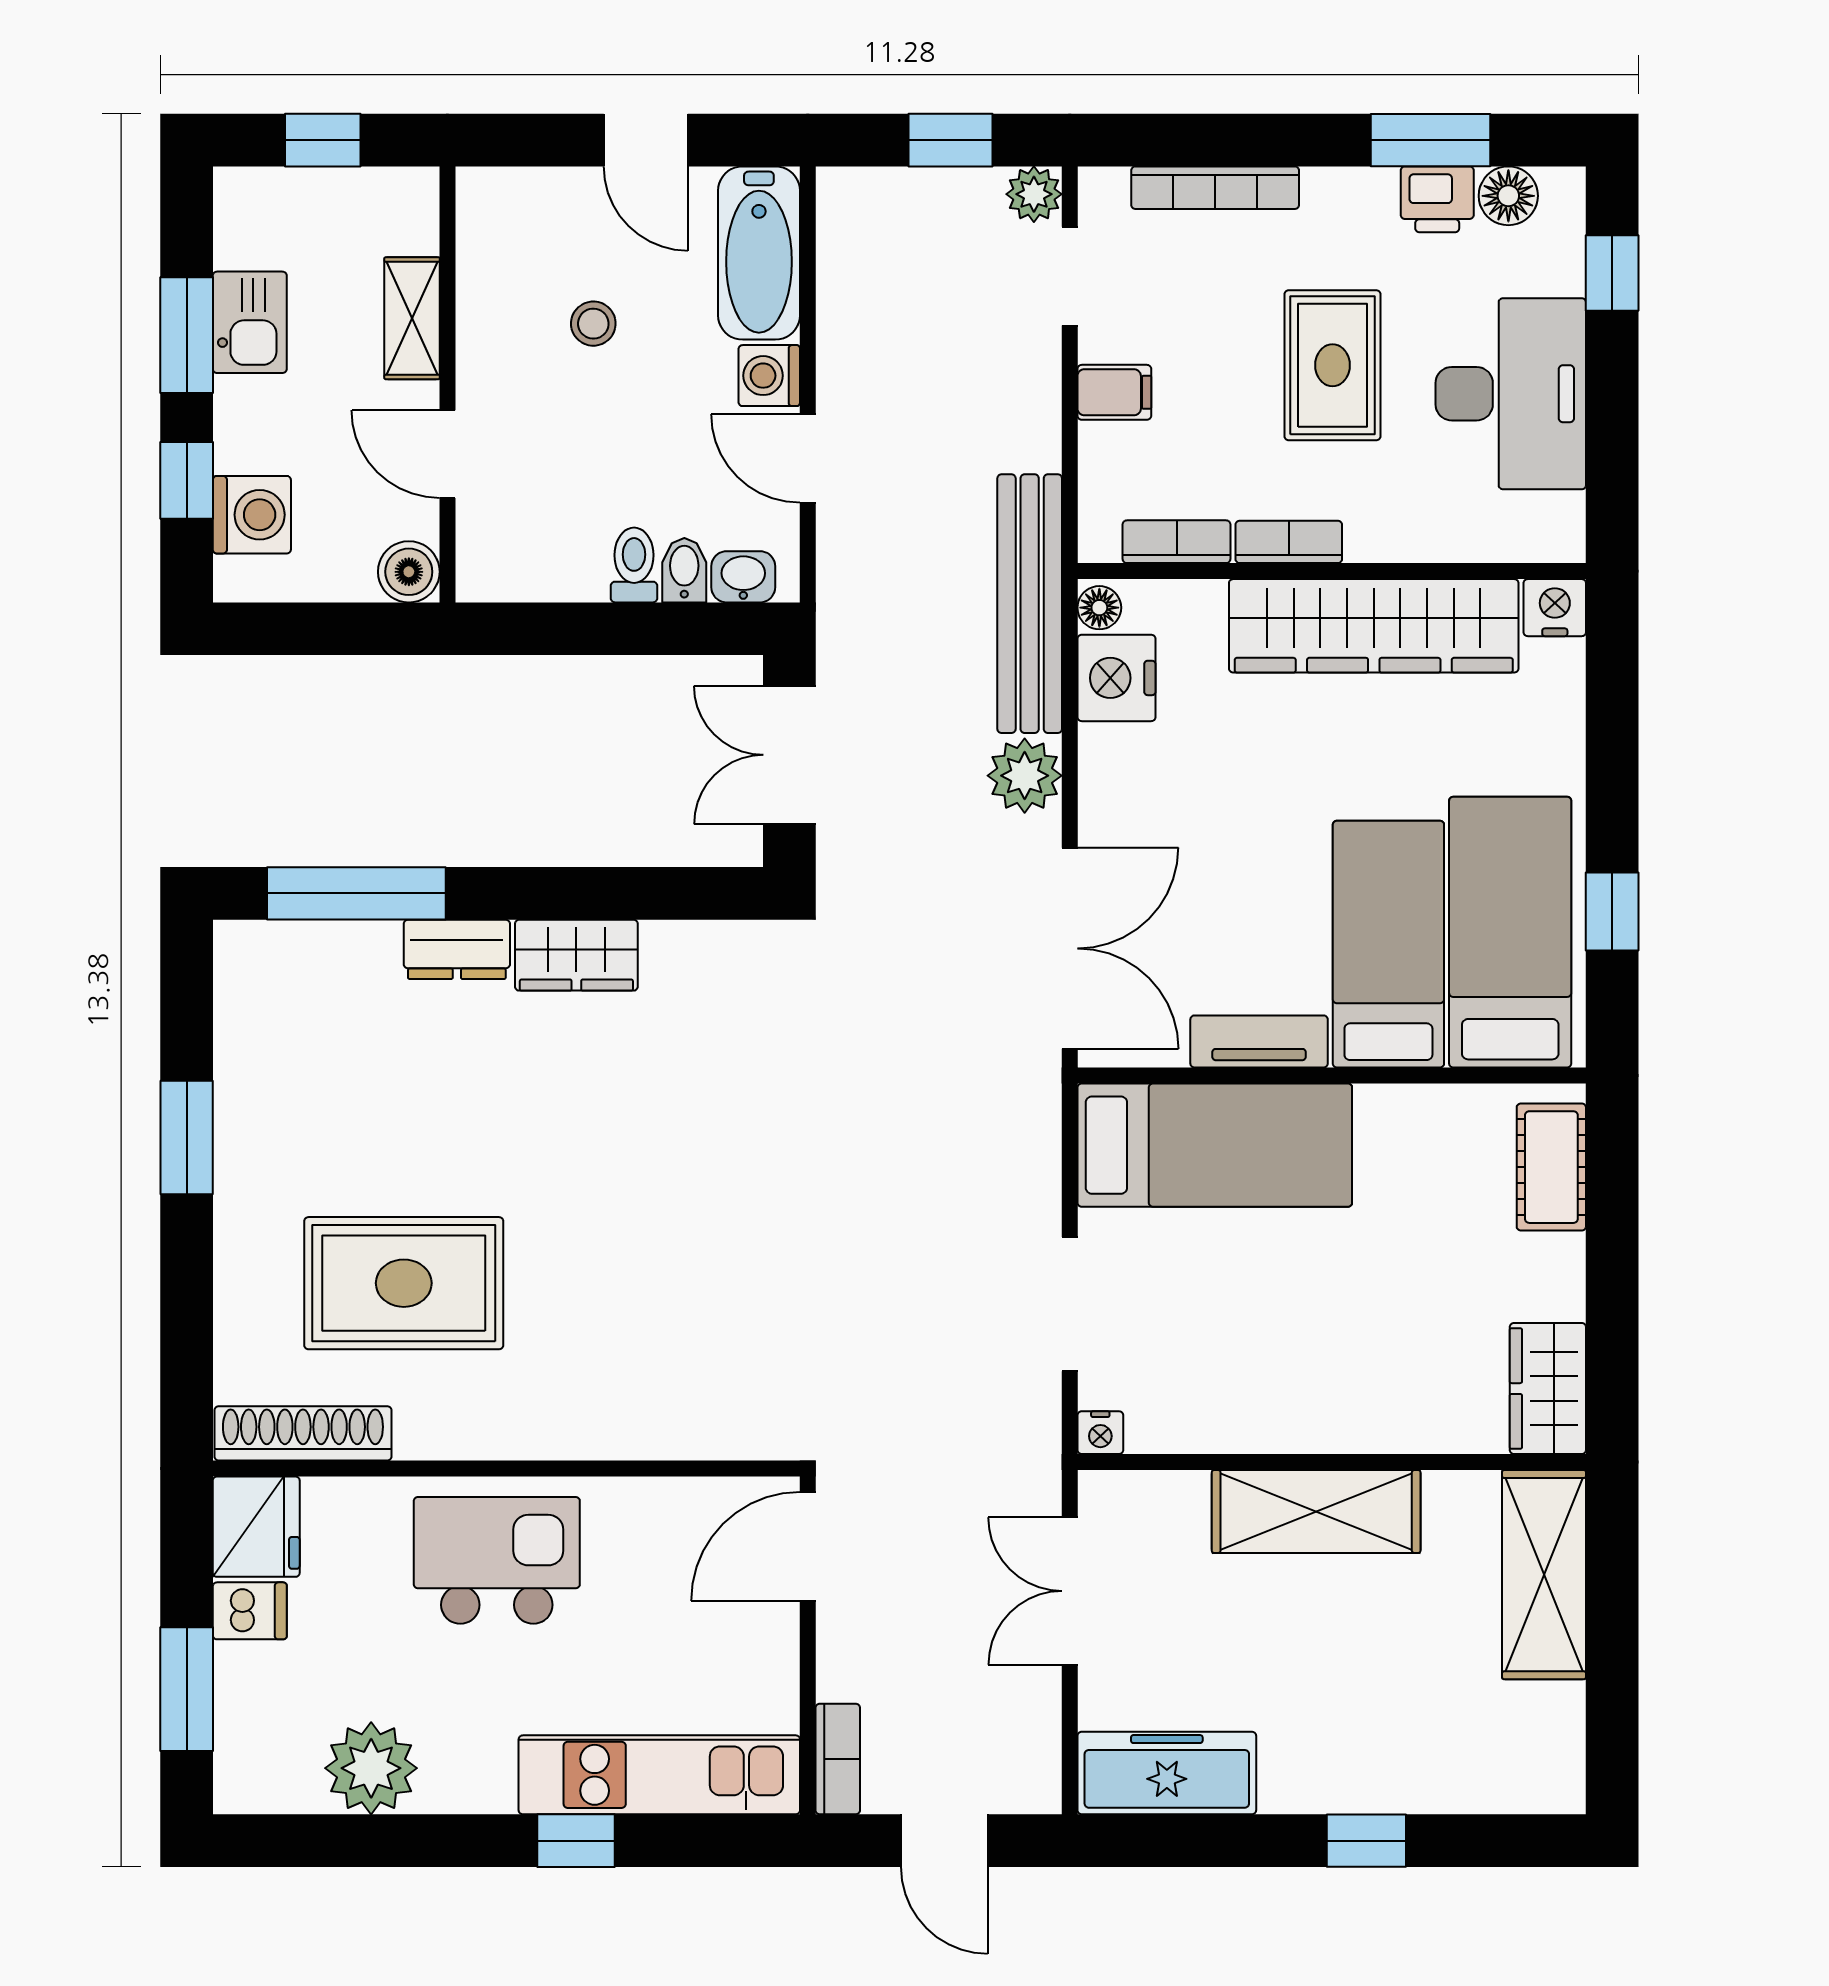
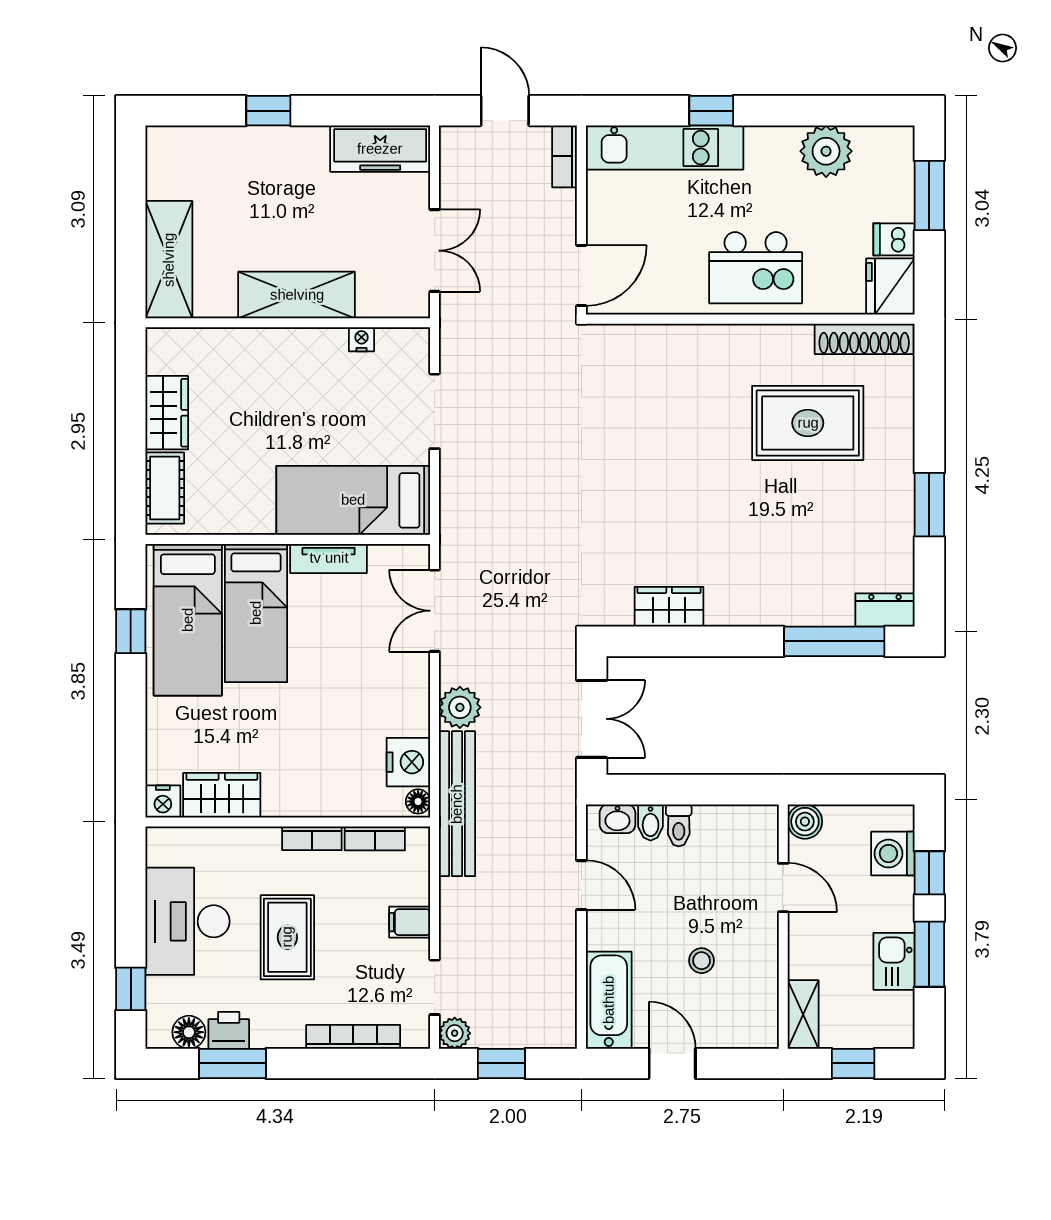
shelving: (412, 318) -> (803, 1014), moved
washing machine: (769, 376) -> (603, 931), removed
wardrobe: (1374, 626) -> (222, 795), width x0.48, depth x0.85
double door: (1070, 948) -> (435, 611), width x0.73
dresser: (457, 949) -> (885, 610), moved
wardrobe: (576, 955) -> (669, 607), moved
wardrobe: (1548, 1389) -> (167, 413), moved
nightstand: (1100, 1433) -> (361, 339), moved

